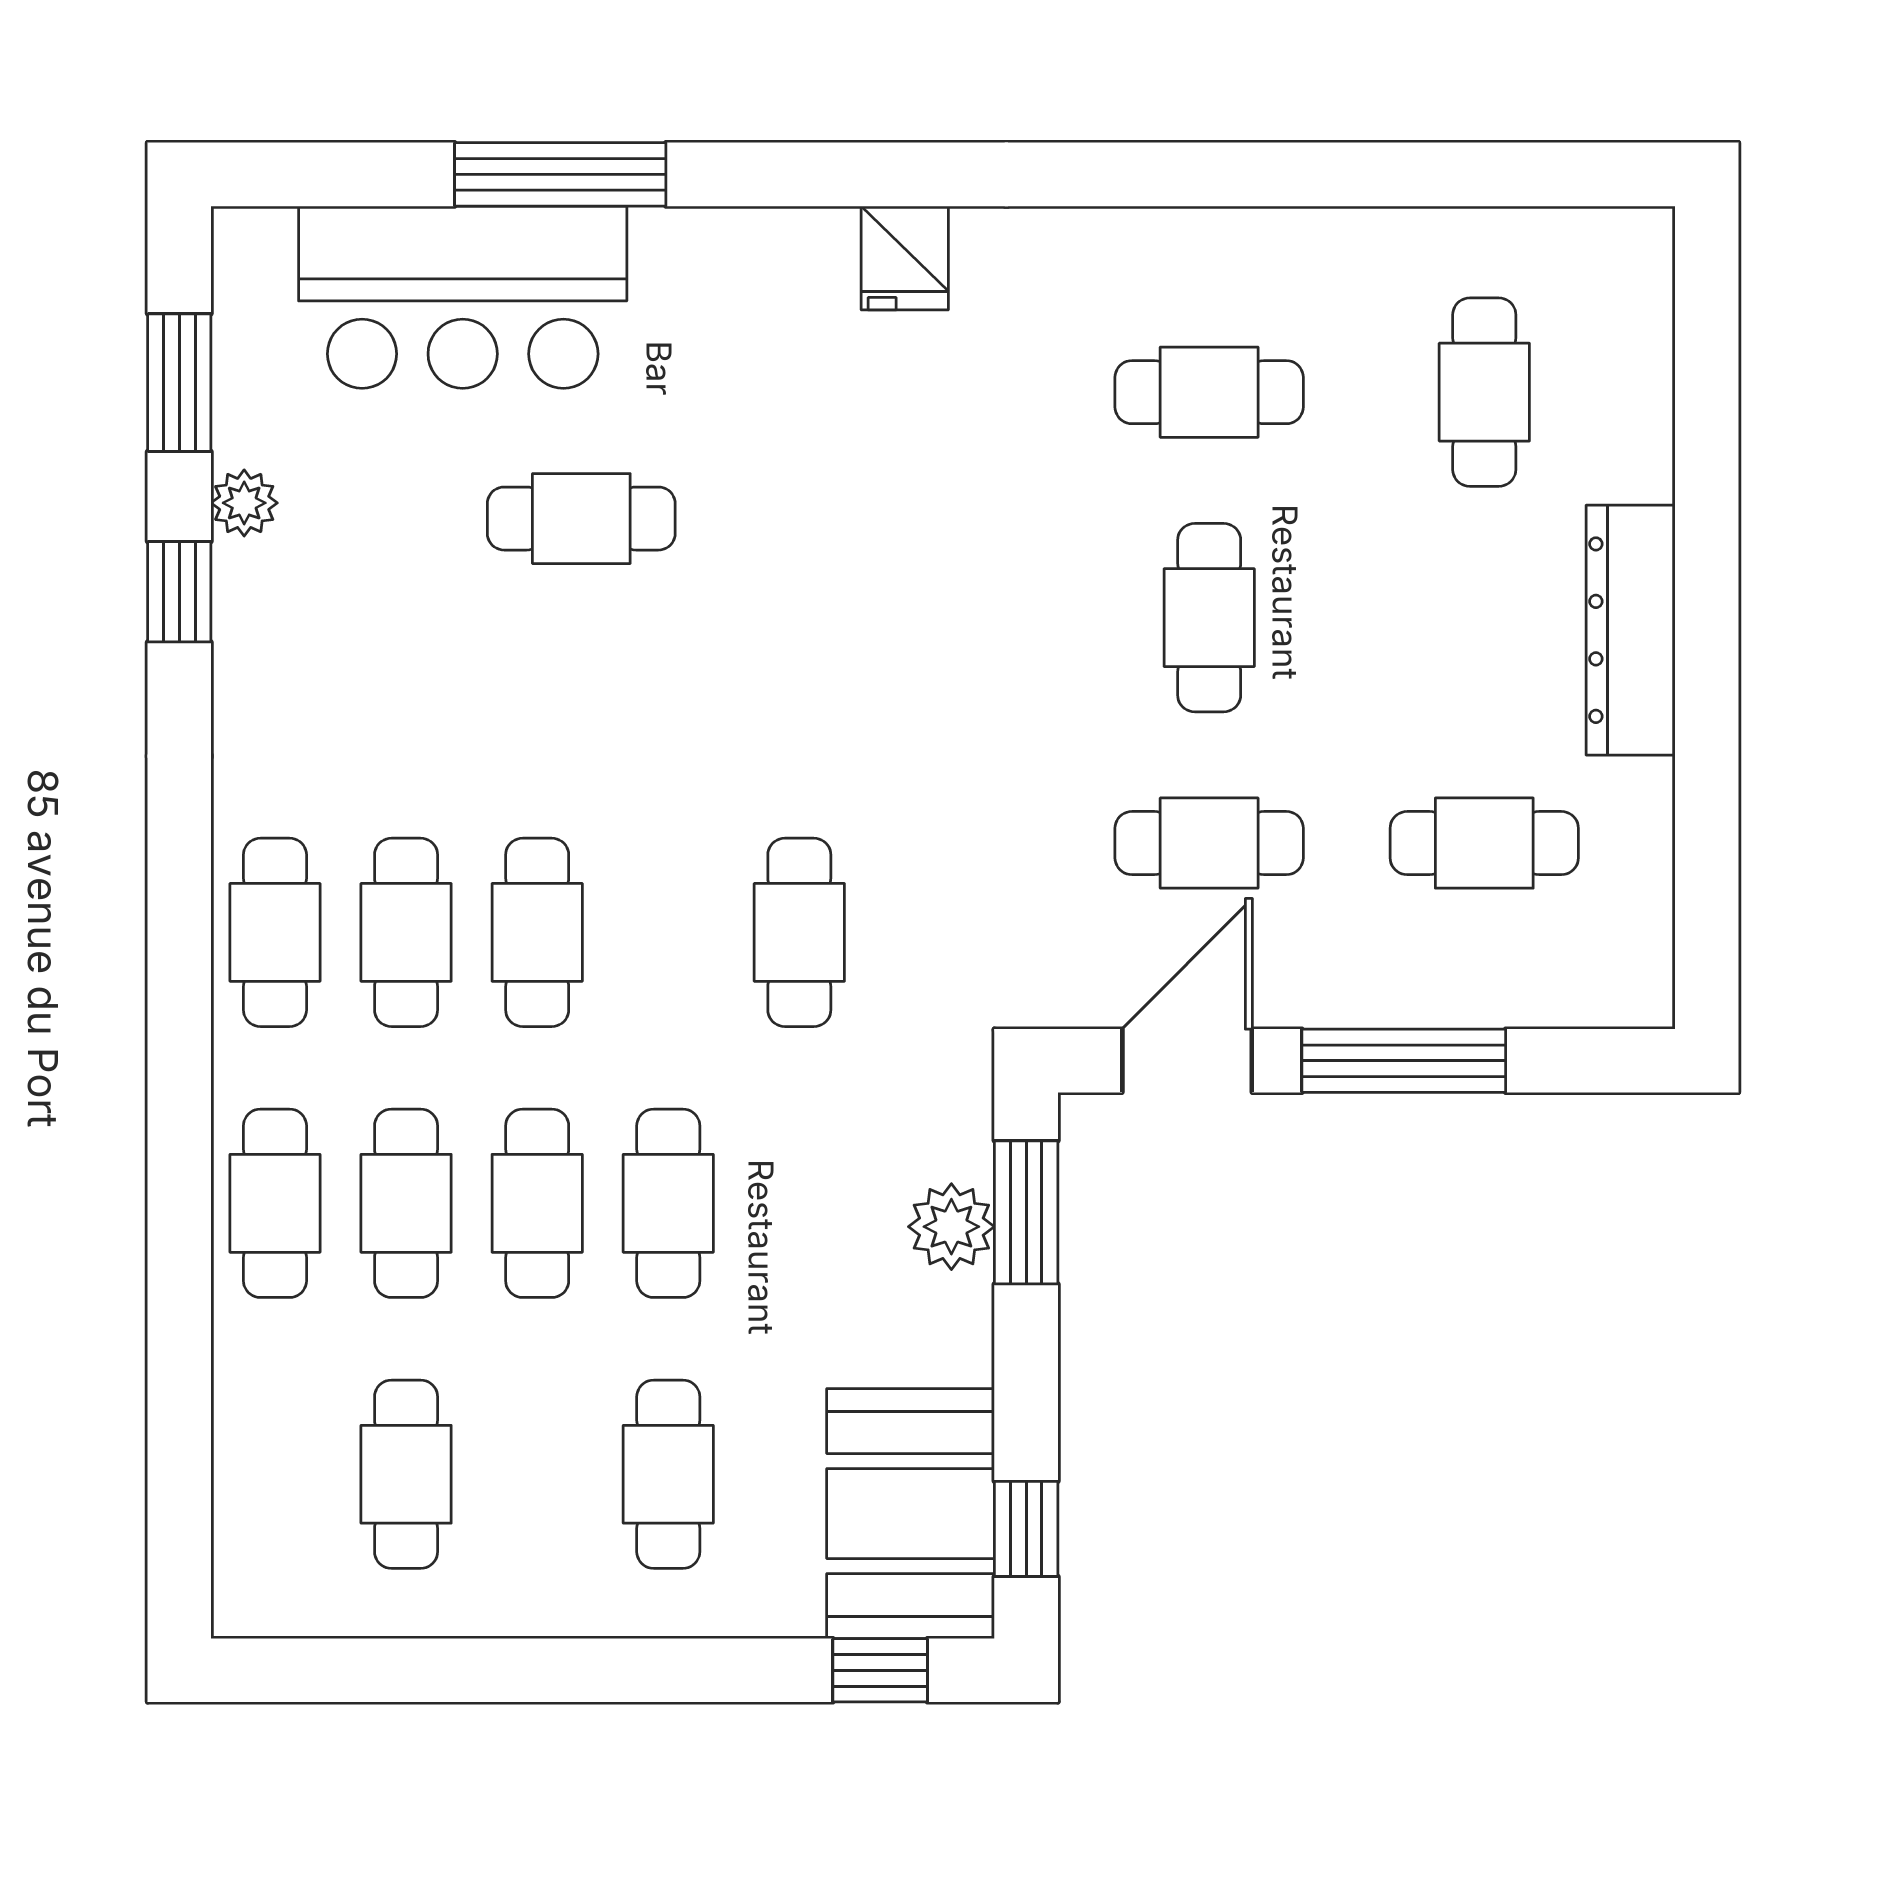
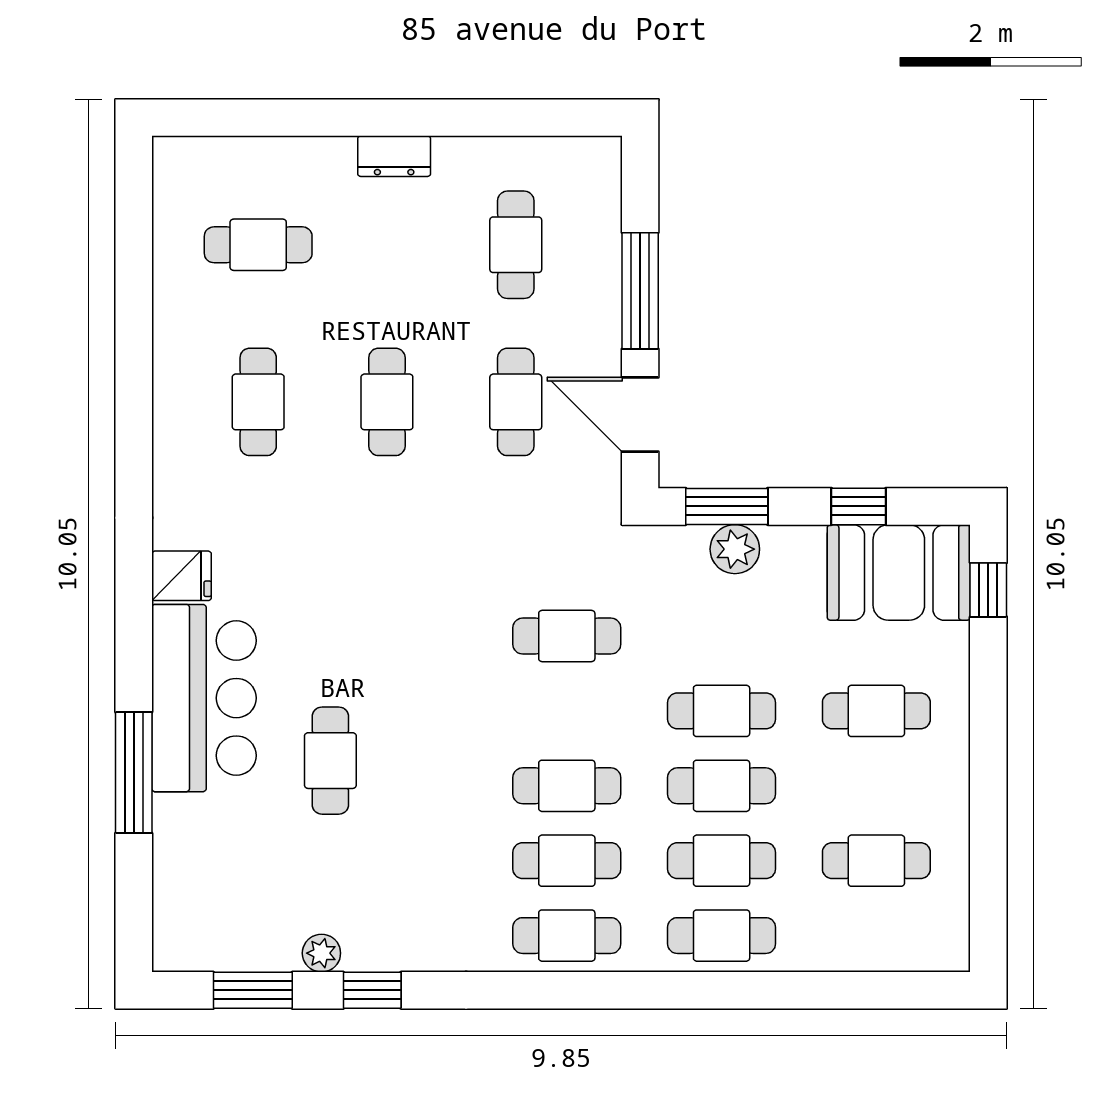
bar counter: (463, 297) -> (204, 698), moved
cafe table: (1209, 618) -> (387, 402), turned 90
dresser: (1631, 630) -> (394, 156), width x0.51, depth x0.80
window: (1026, 1529) -> (859, 506), moved

